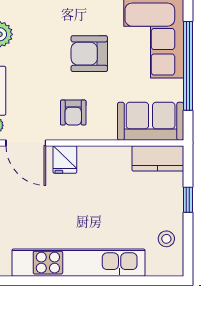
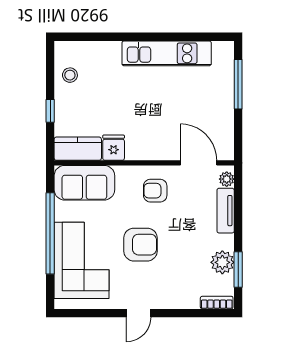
armchair: (73, 113) -> (155, 191), turned -90
fridge: (65, 159) -> (114, 148), moved
kitchen unit: (78, 263) -> (167, 53), width x0.73

